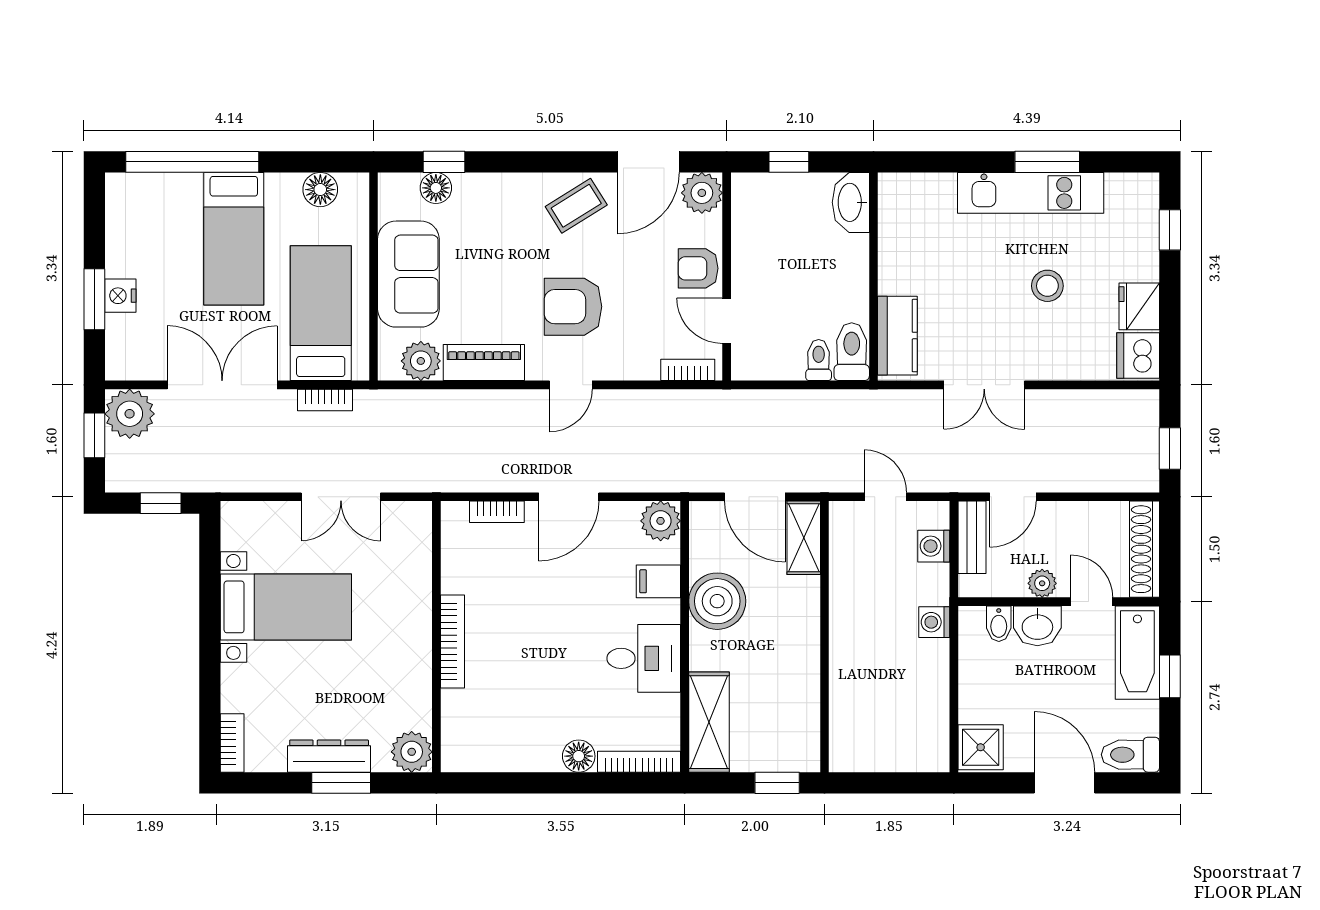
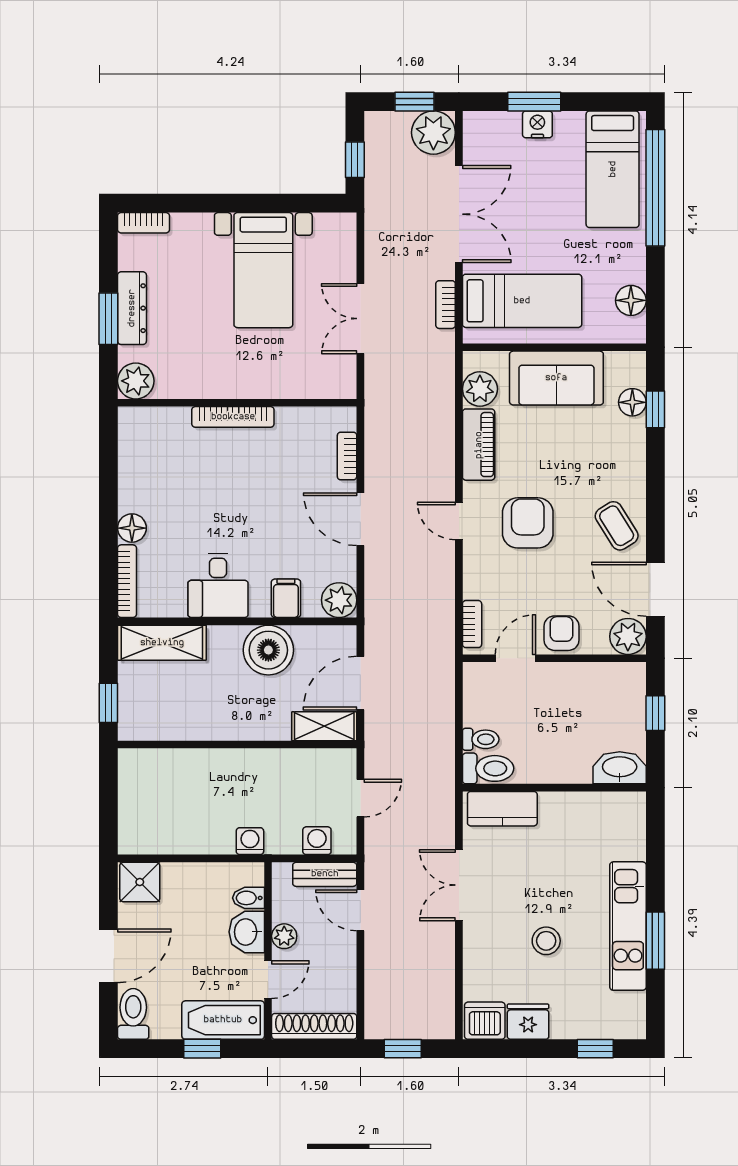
bed: (234, 239) -> (613, 169), moved, turned -90

